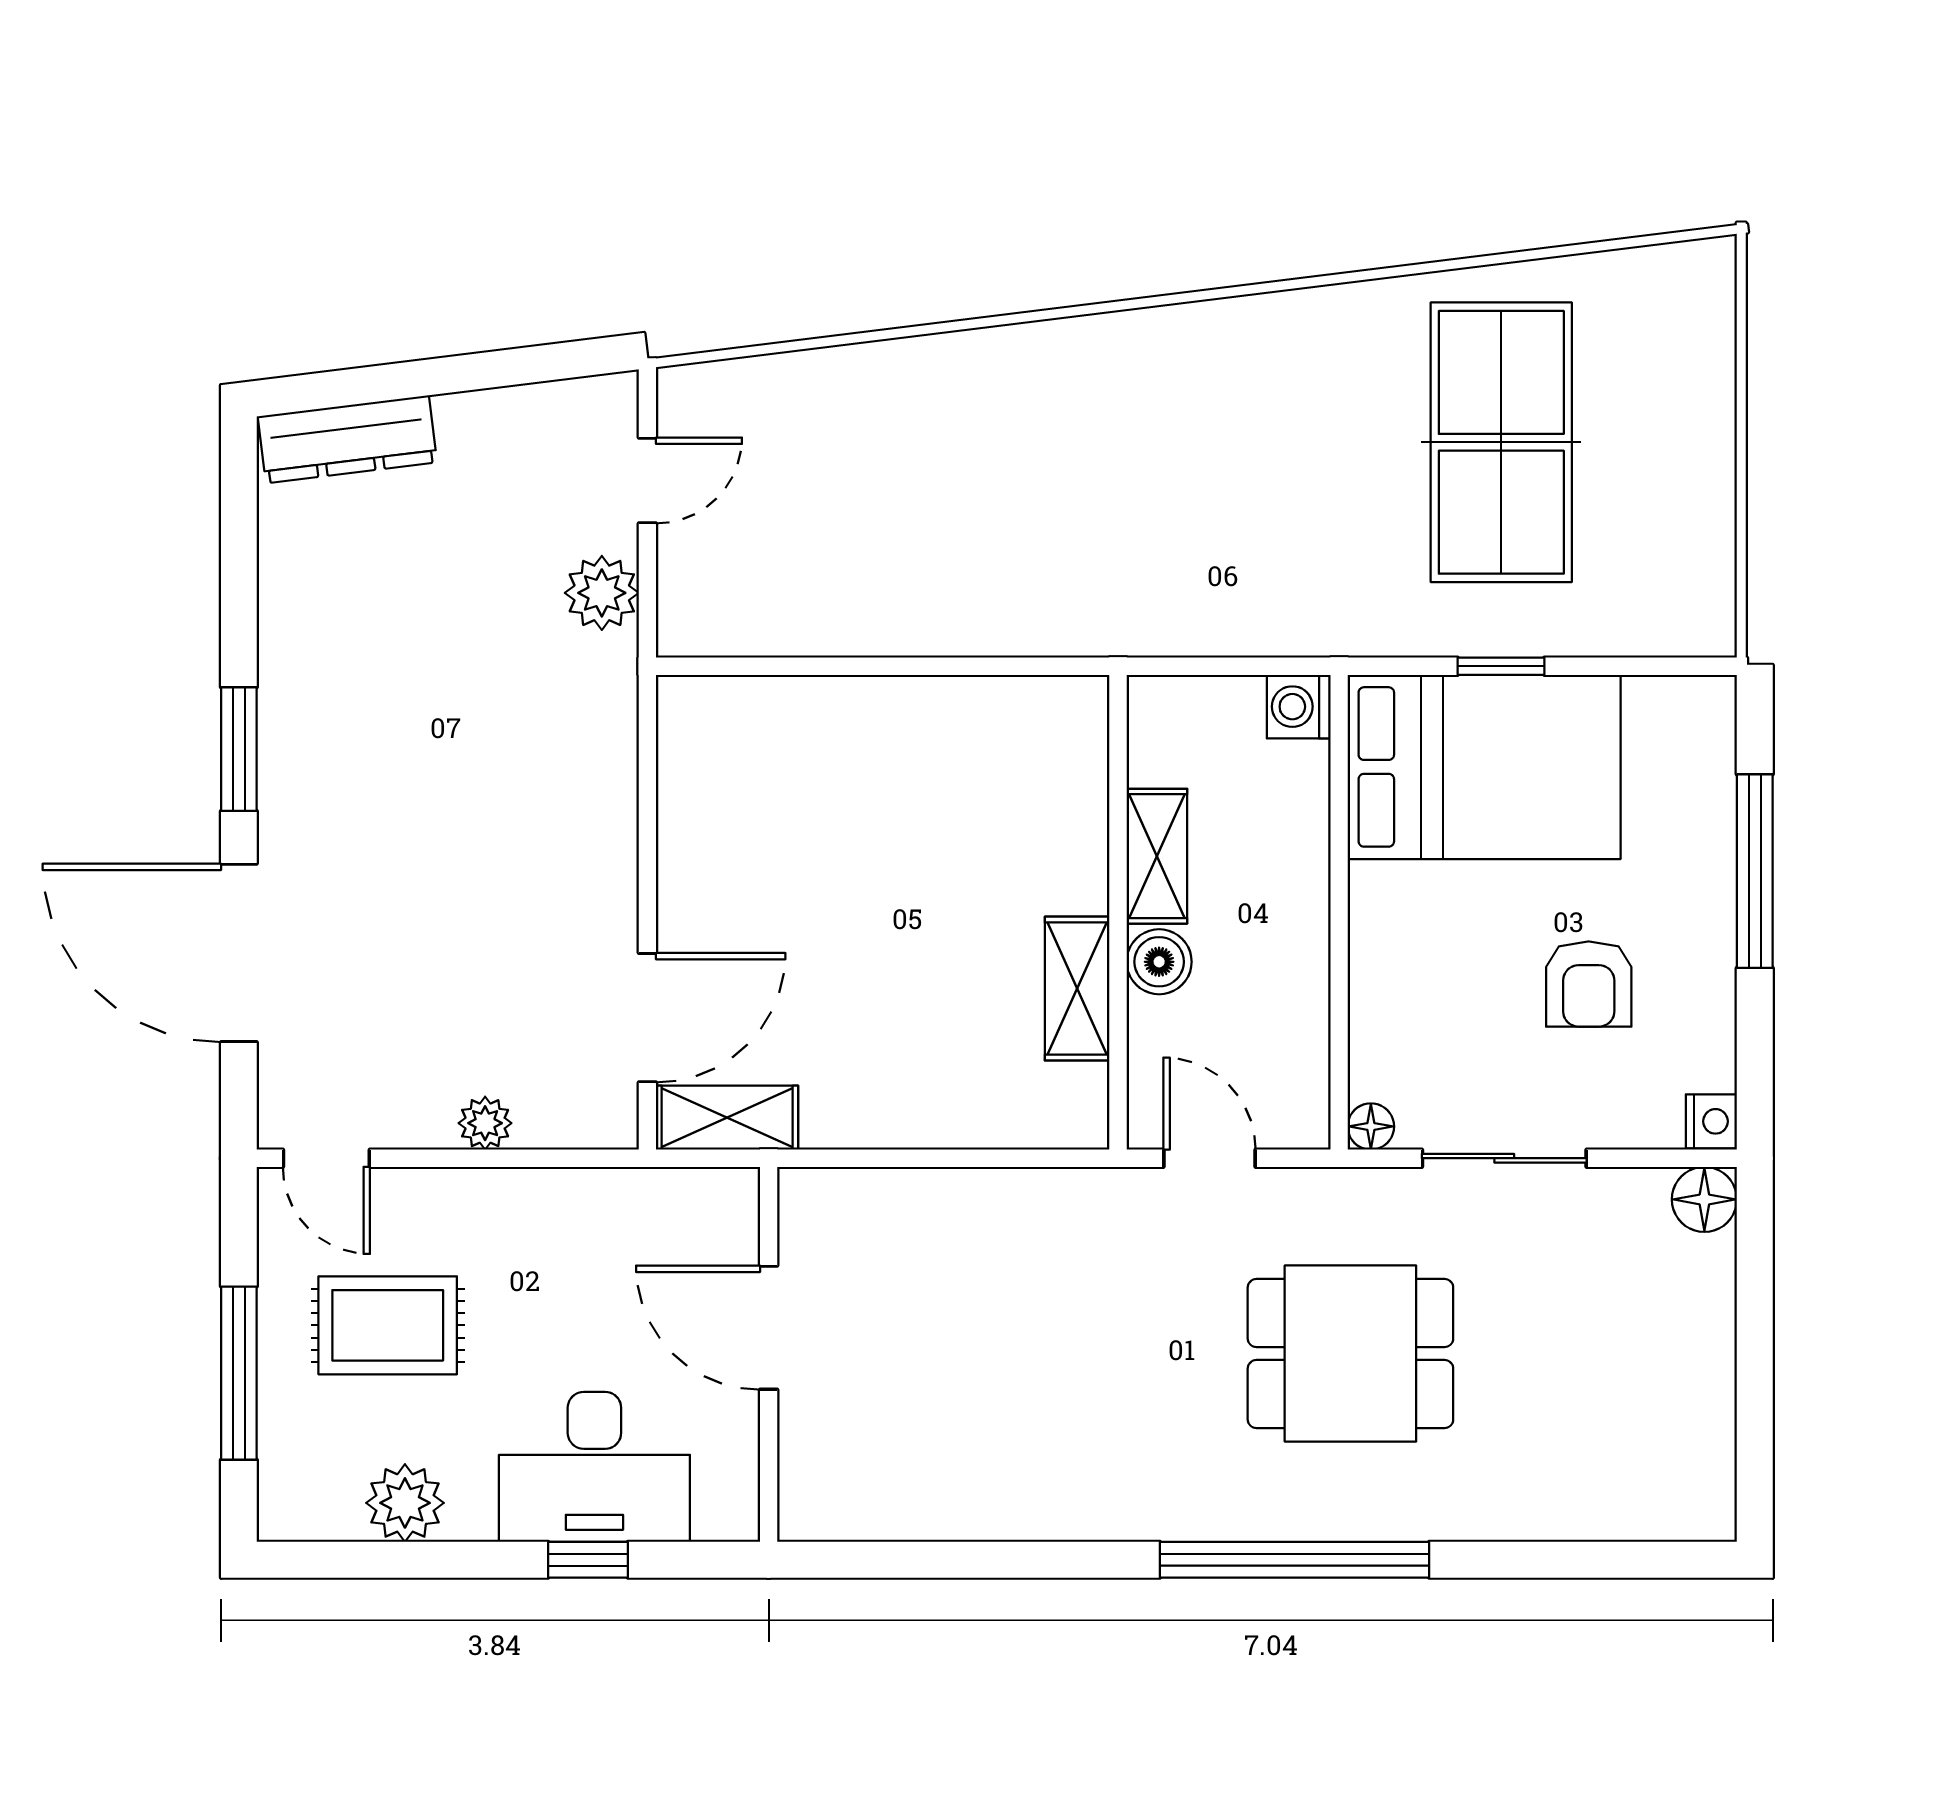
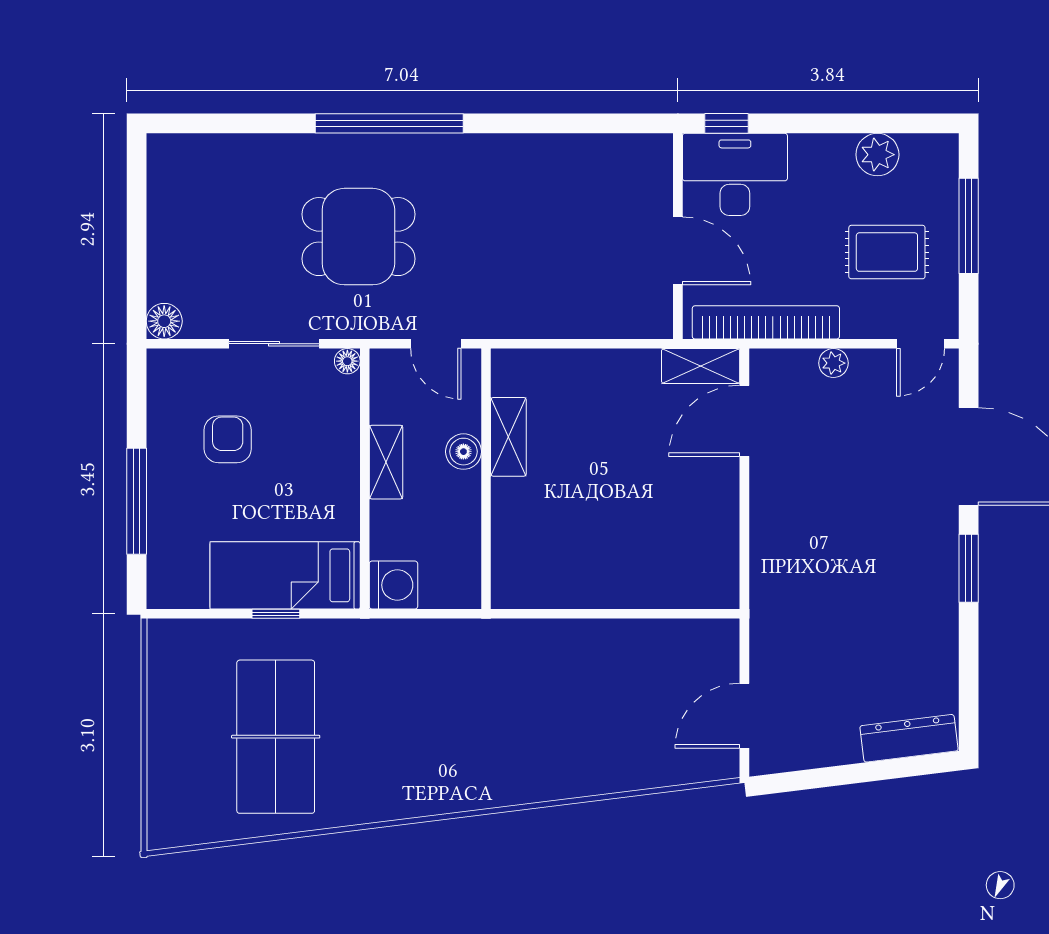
door: (647, 480) -> (744, 716), width x1.38
plant: (602, 593) -> (769, 654), removed
washing machine: (1299, 707) -> (393, 585), width x1.38, depth x1.38
bed: (1484, 767) -> (285, 575), width x0.67
shelving: (1157, 856) -> (386, 462), moved
nightstand: (1711, 1121) -> (160, 364), removed
door: (326, 1158) -> (921, 344), swing flipped
bookcase: (608, 1197) -> (766, 322), added
desk: (594, 1467) -> (735, 174), moved
window: (588, 1560) -> (727, 123), moved

